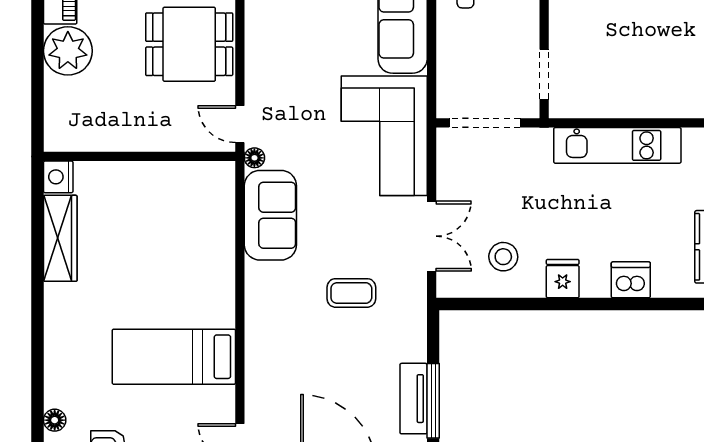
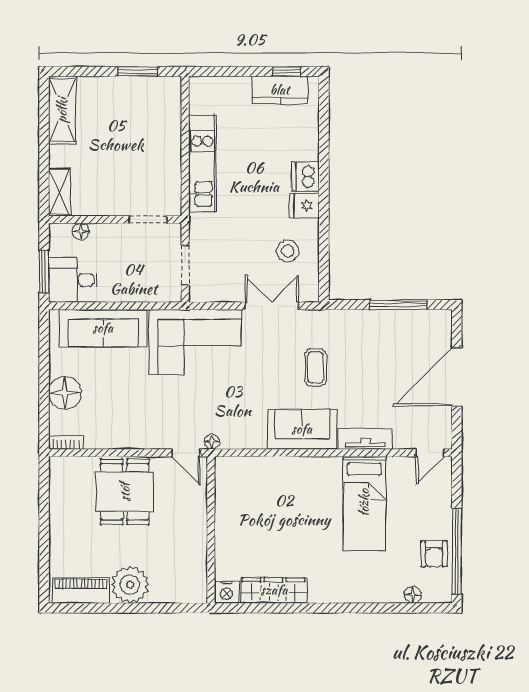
doorway: (485, 123) -> (185, 265), width x0.73
door: (240, 124) -> (186, 453), hinge flipped
sofa: (270, 215) -> (302, 429), moved
dishwasher: (631, 280) -> (305, 176), moved
tv unit: (414, 399) -> (365, 439), moved, turned 180

